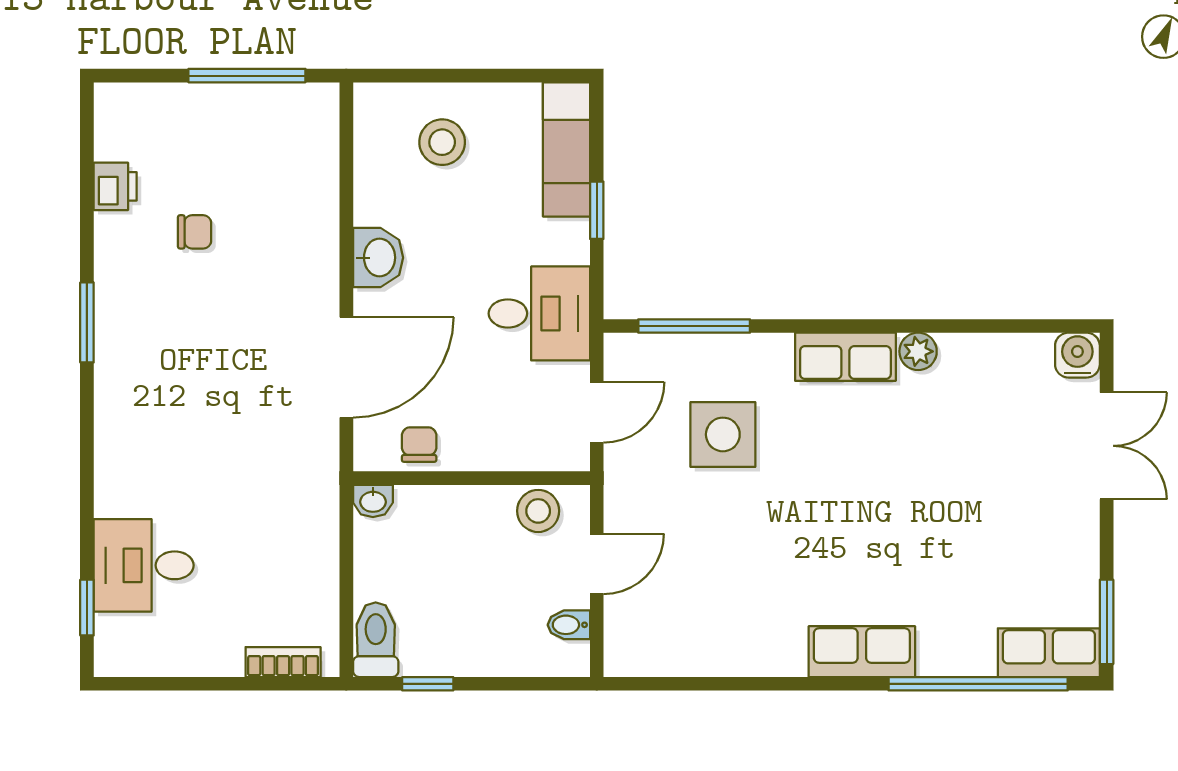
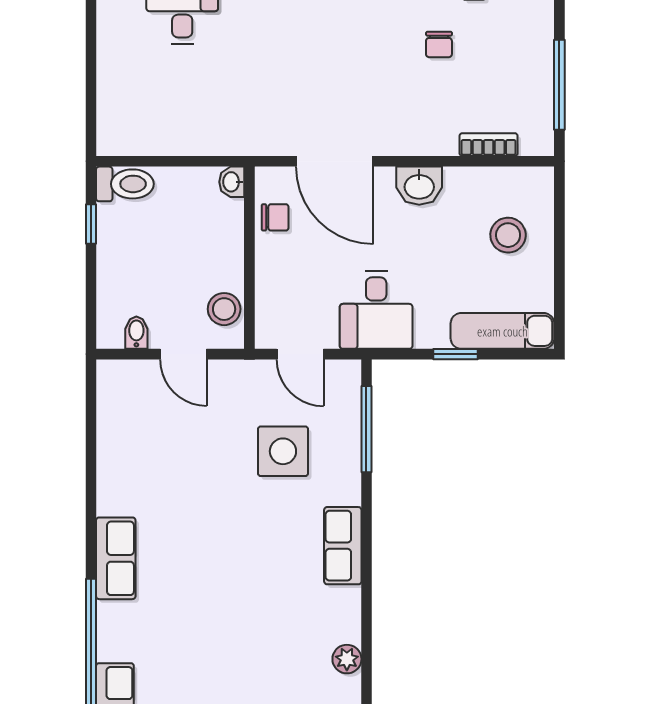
plant: (918, 351) -> (347, 659), moved
bookcase: (283, 662) -> (489, 145), moved, turned -90

